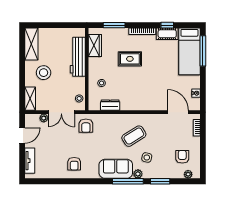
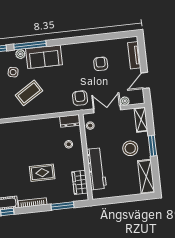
window: (22, 73) -> (152, 146), added
dresser: (110, 105) -> (70, 121), moved
armchair: (74, 164) -> (101, 64), moved

